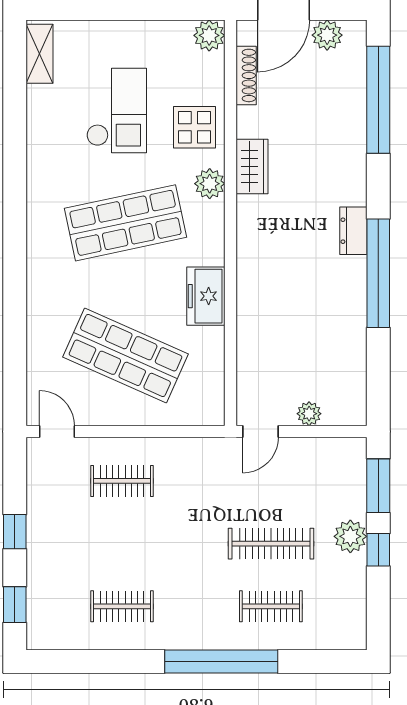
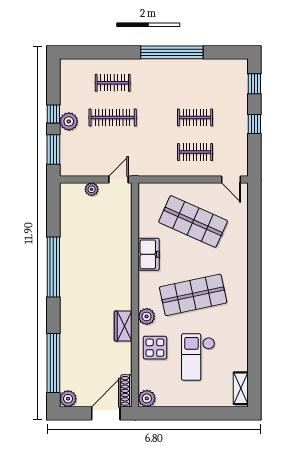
plant: (327, 35) -> (68, 399), moved
shoe rack: (246, 75) -> (126, 391), moved
dresser: (353, 231) -> (67, 290), removed
clothes rail: (122, 606) -> (195, 117), moved
window: (221, 661) -> (172, 52), moved

